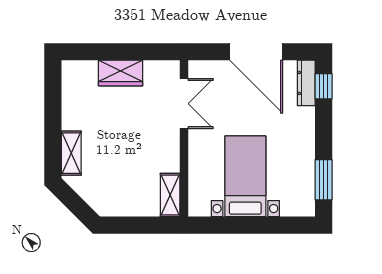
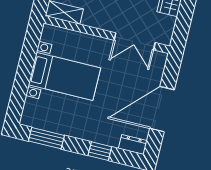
dresser: (306, 83) -> (133, 145), width x0.70
window: (324, 86) -> (100, 151), moved

